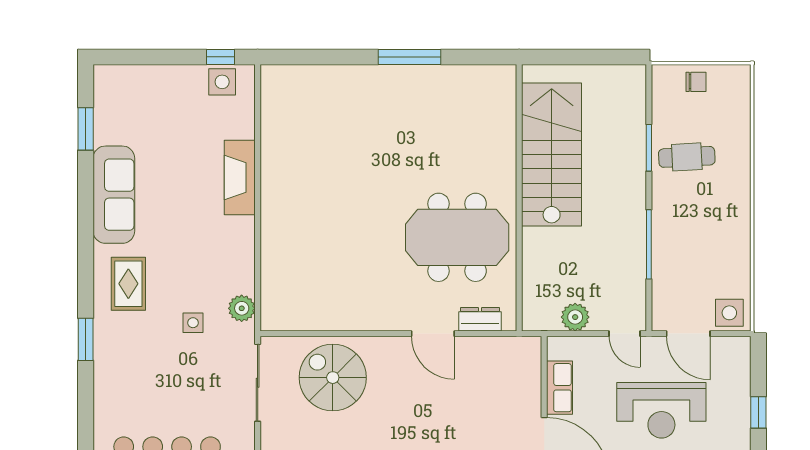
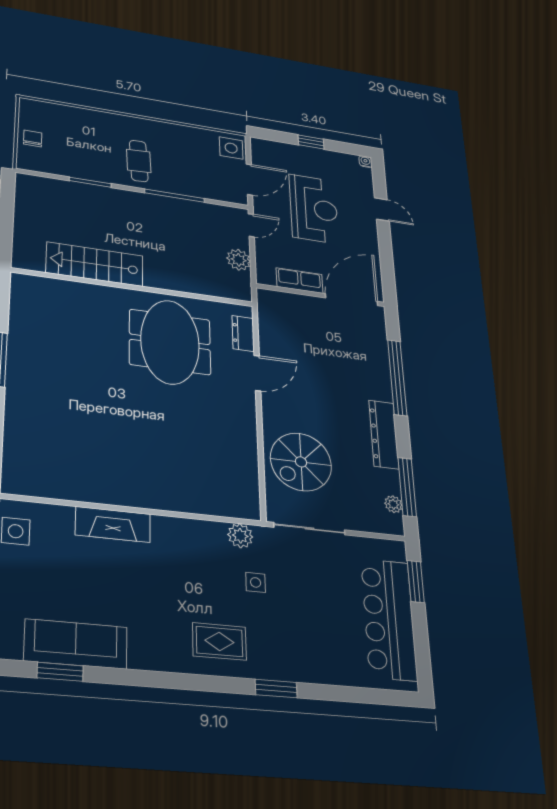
stairs: (552, 154) -> (95, 264), width x0.73, depth x0.66
cafe table: (687, 157) -> (139, 161), moved
sofa: (114, 195) -> (76, 644), moved

